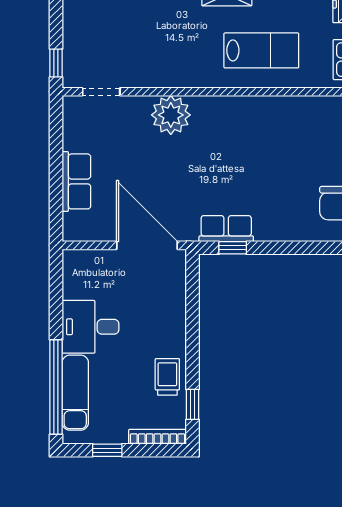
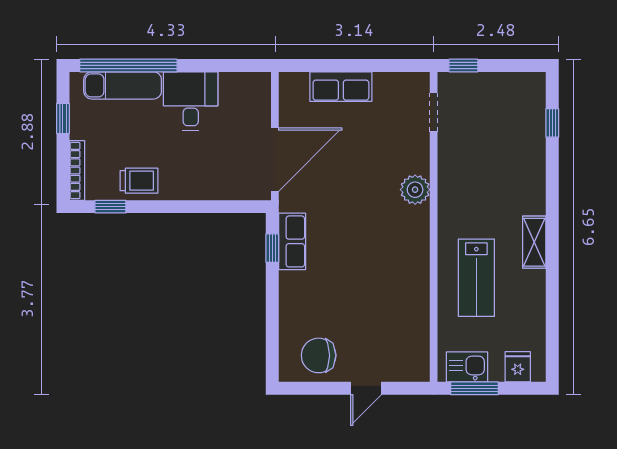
plant: (171, 115) -> (415, 190), width x0.73, depth x0.73

